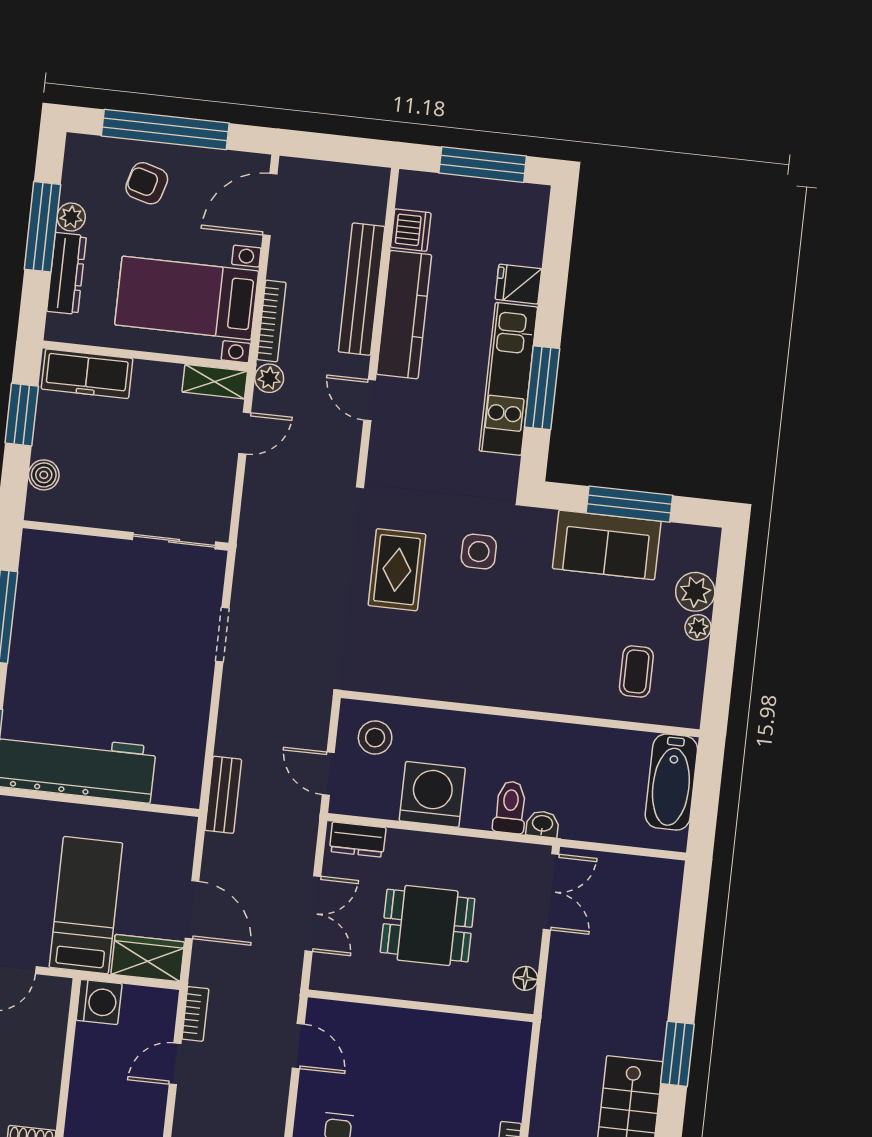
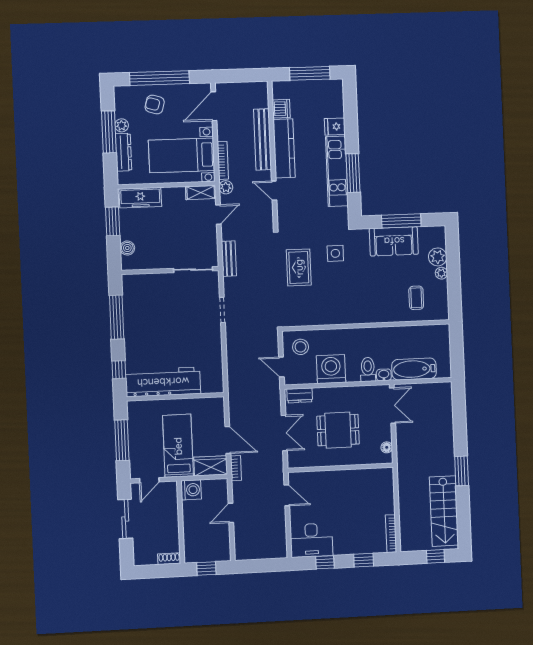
bathtub: (671, 782) -> (414, 369), moved, turned 90
bench: (223, 795) -> (229, 259), moved
bookcase: (195, 1014) -> (236, 468), moved

